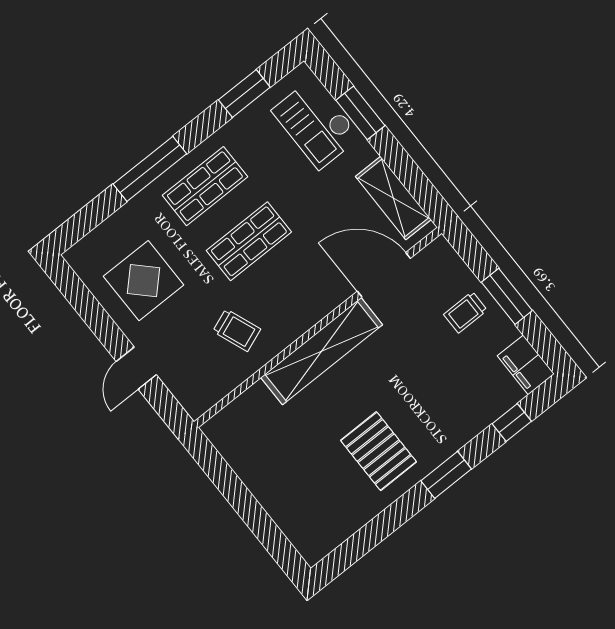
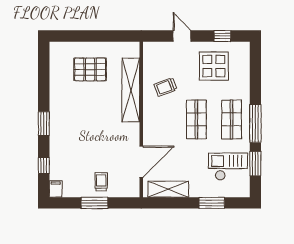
checkout: (316, 124) -> (228, 167), moved
window: (150, 169) -> (255, 123), moved
window: (86, 305) -> (222, 36), added
shelving: (322, 351) -> (131, 90), moved
filing cabinet: (526, 365) -> (56, 189), width x0.50
pallet: (379, 451) -> (90, 69), moved

